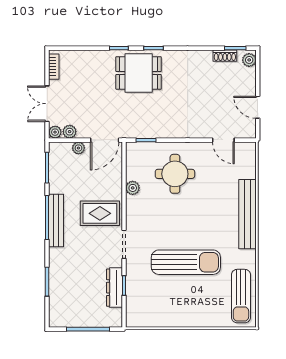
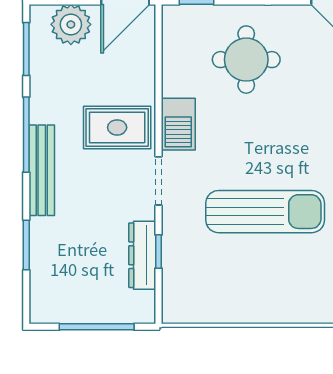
plant: (78, 148) -> (71, 24), width x1.88, depth x1.88
plant: (133, 188) -> (173, 84), removed
barbecue: (135, 211) -> (178, 124), added
bench: (56, 221) -> (42, 170), moved

